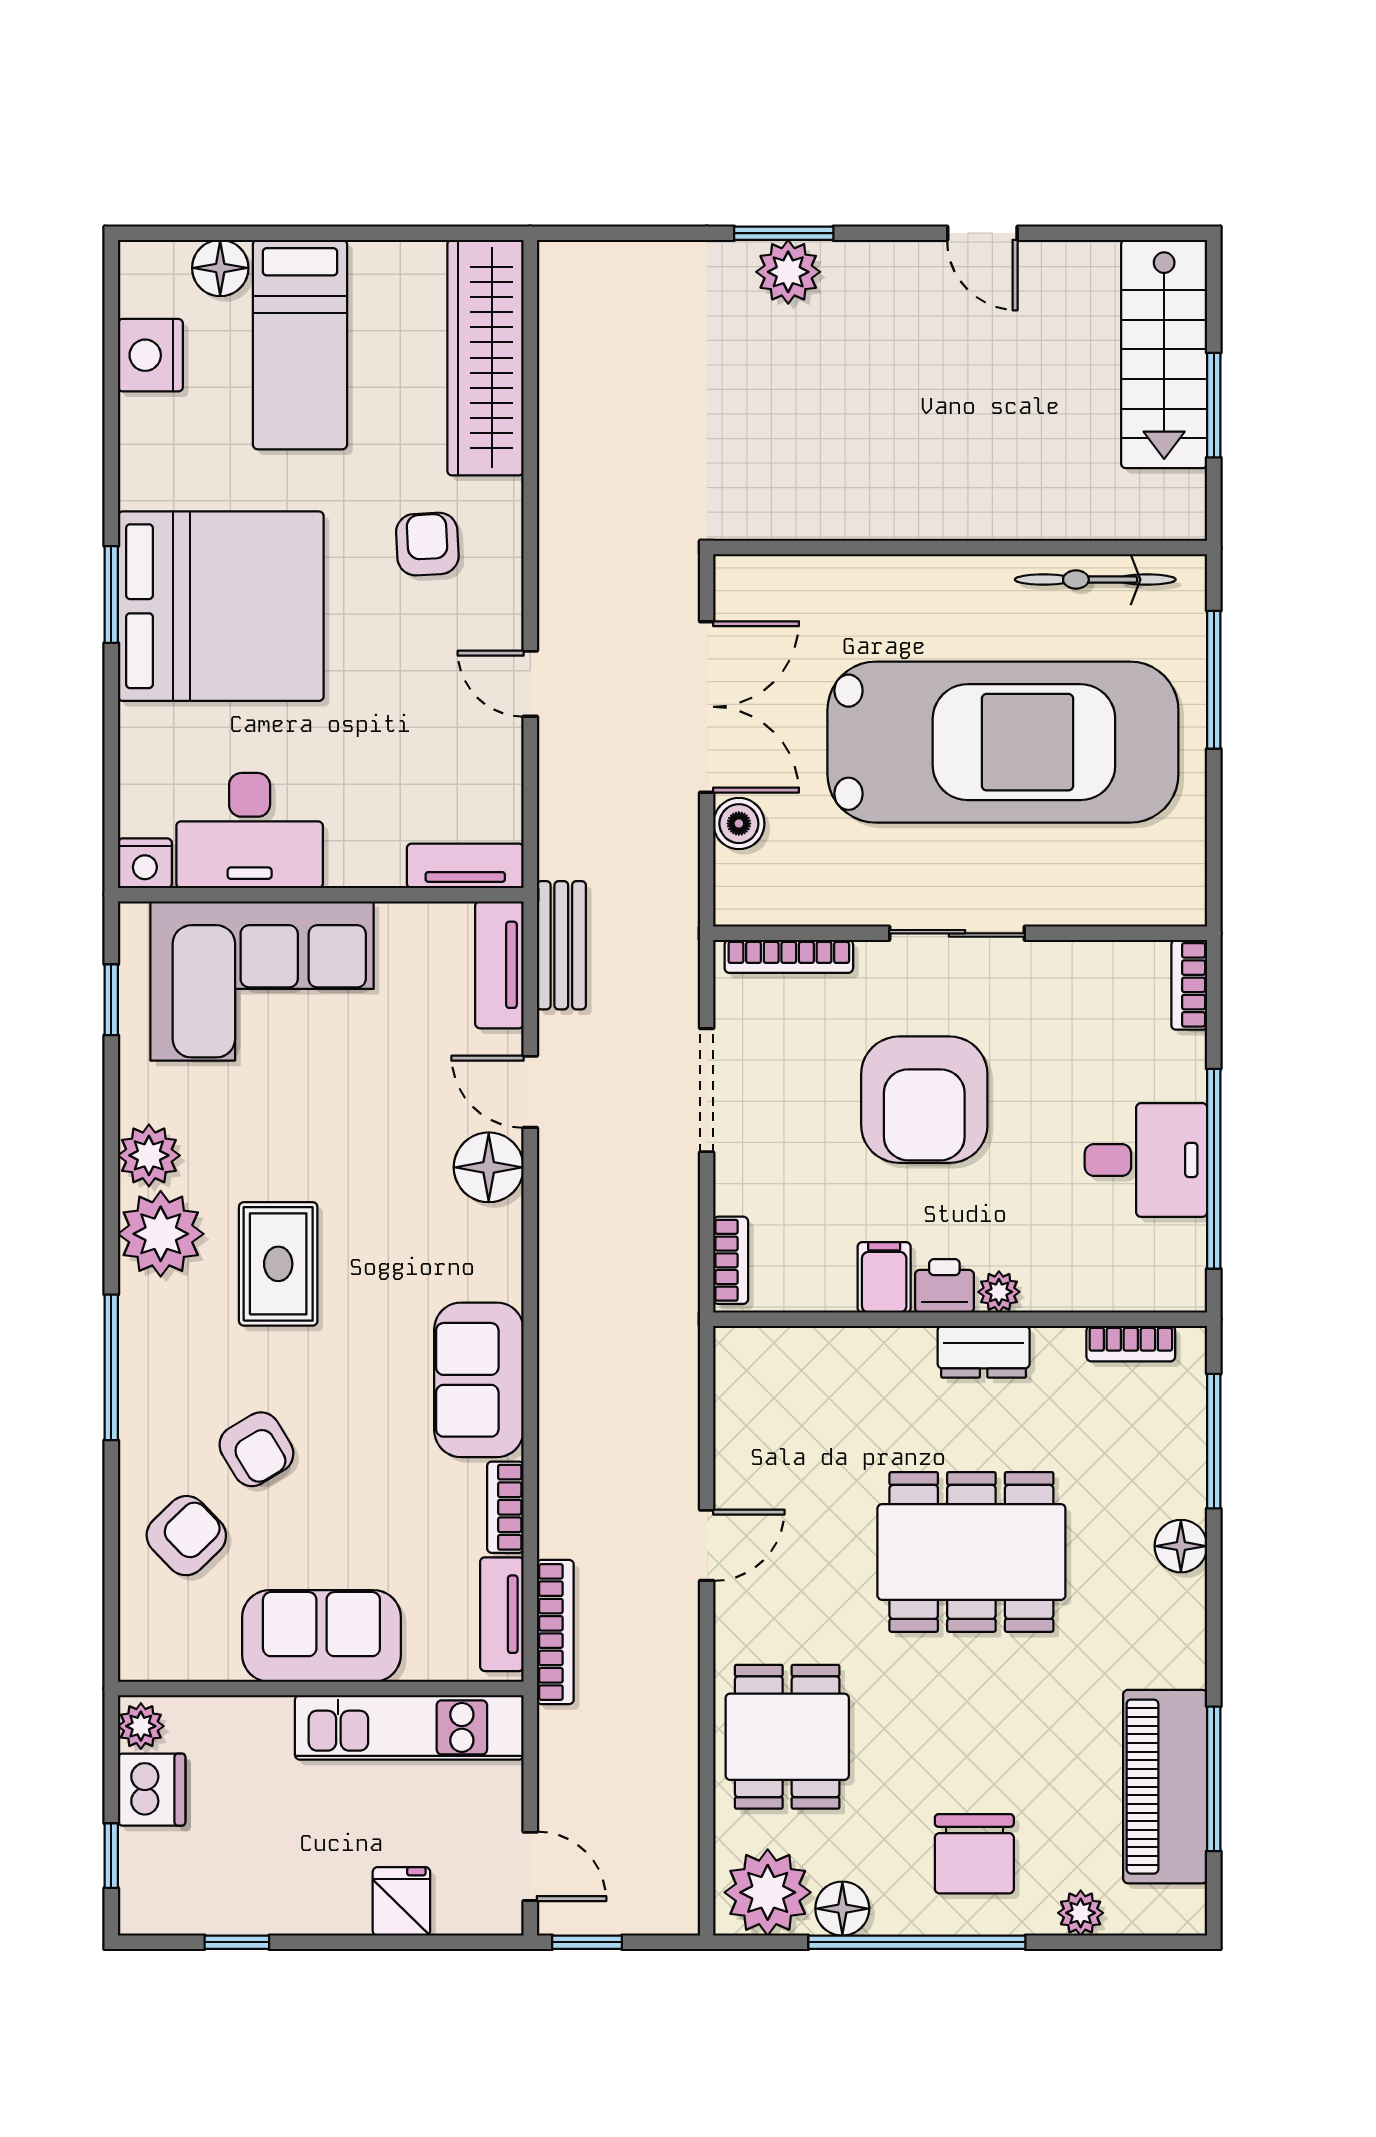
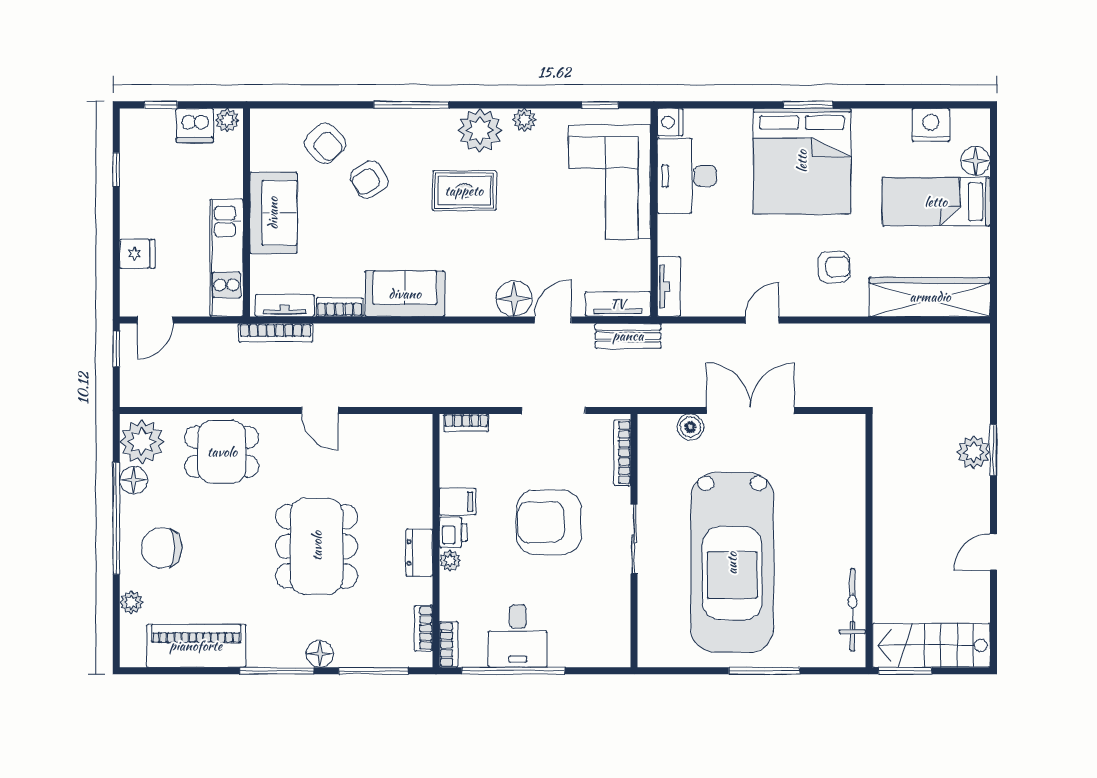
wall: (960, 547) -> (869, 541), moved
bicycle: (1095, 580) -> (852, 610), moved
double door: (707, 707) -> (750, 410), swing flipped
bookcase: (1189, 985) -> (449, 644), moved, turned 90
plant: (149, 1155) -> (524, 120), width x0.73, depth x0.73
window: (1214, 1779) -> (277, 671), moved

